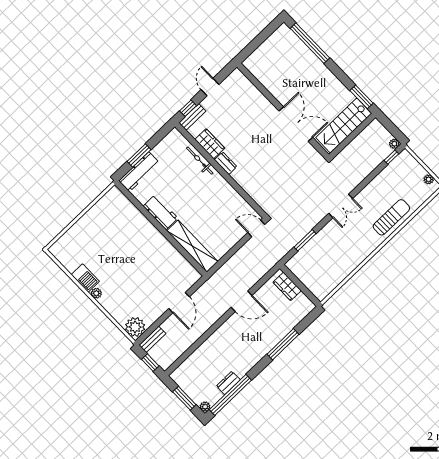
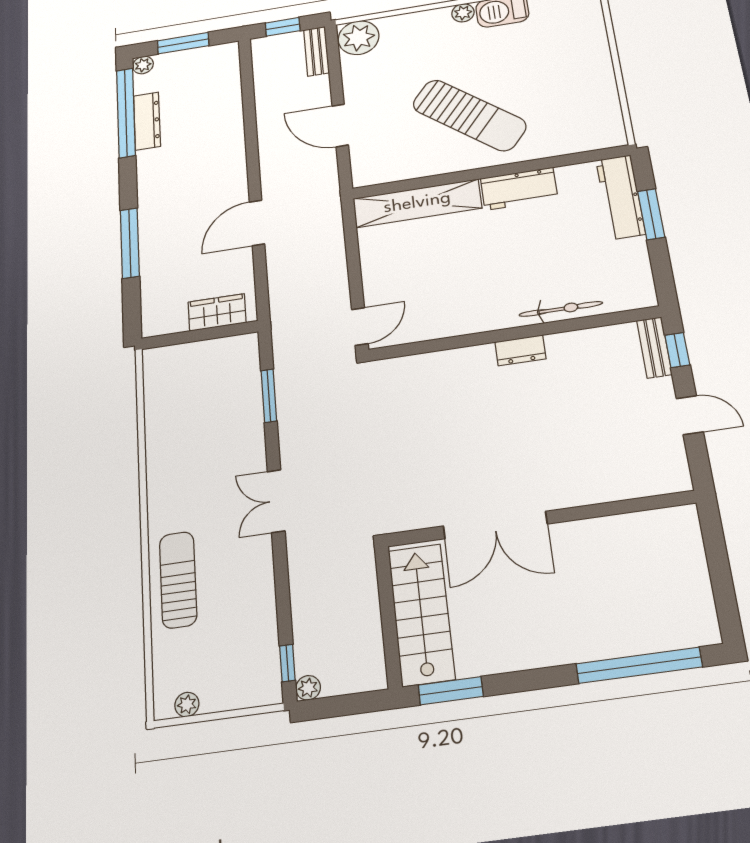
wardrobe: (210, 144) -> (579, 346), removed
sun lounger: (391, 217) -> (178, 580), turned 180
sun lounger: (141, 255) -> (469, 115), added
dresser: (228, 383) -> (147, 121), width x1.44

